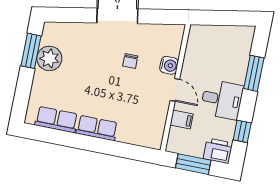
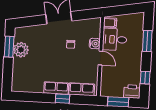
desk: (222, 99) -> (115, 39), moved, turned 180
row of seats: (56, 120) -> (82, 89), moved
filing cabinet: (182, 120) -> (110, 23), moved
window: (105, 146) -> (62, 99), added

